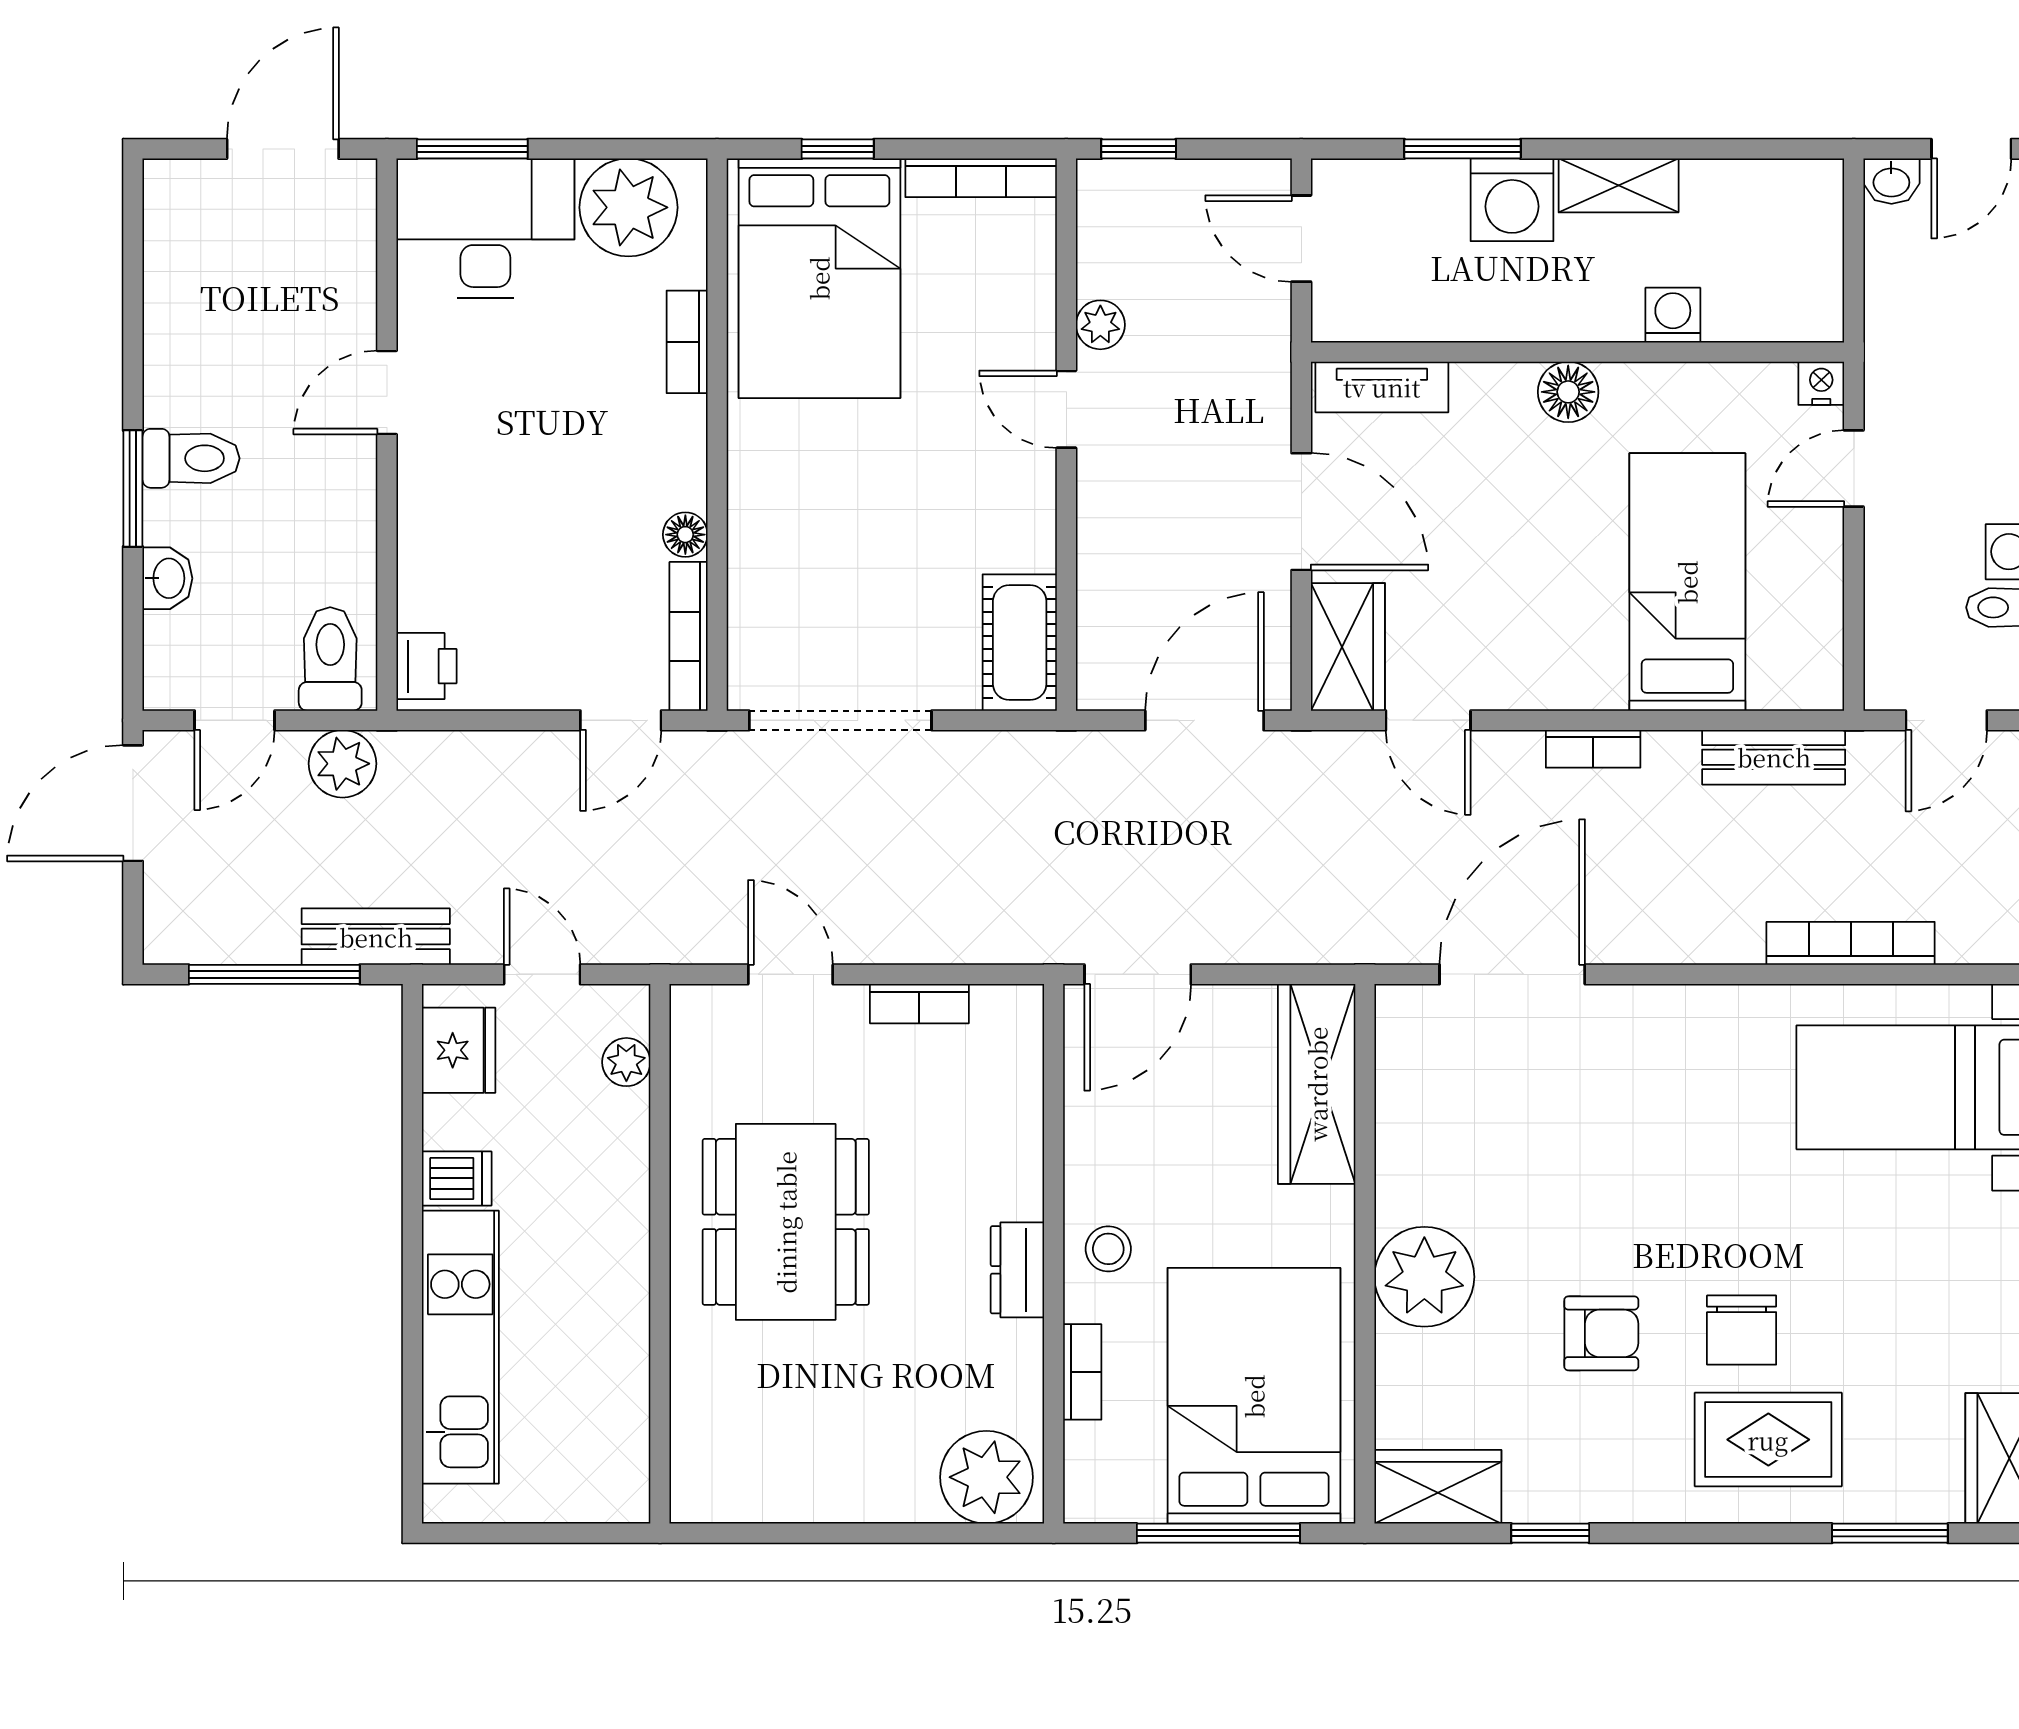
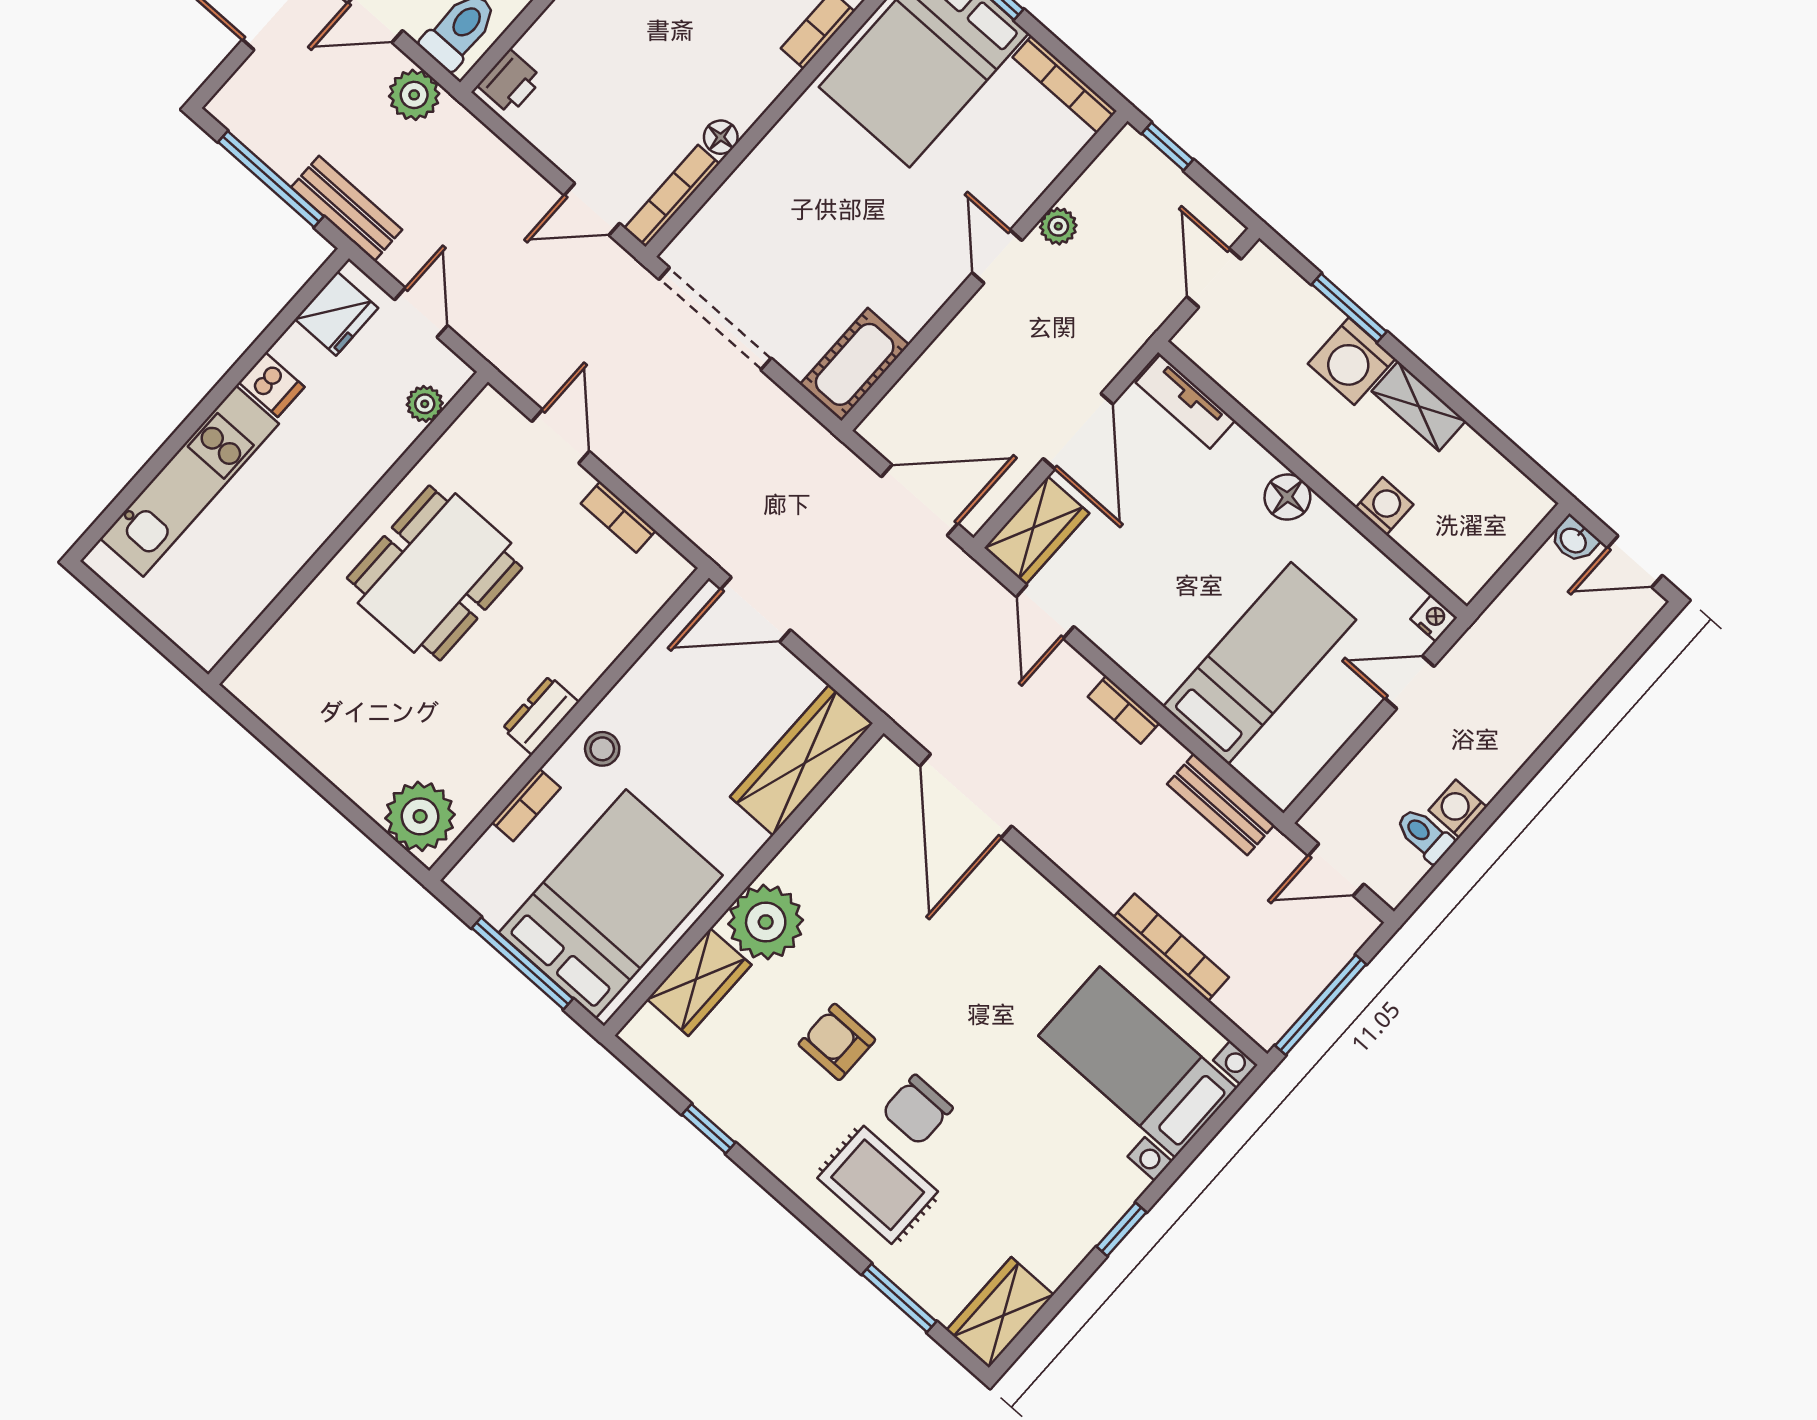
door: (1512, 974) -> (966, 796), swing flipped
armchair: (1601, 1333) -> (837, 1042), turned 180
wardrobe: (1438, 1487) -> (699, 982), moved, turned 90

